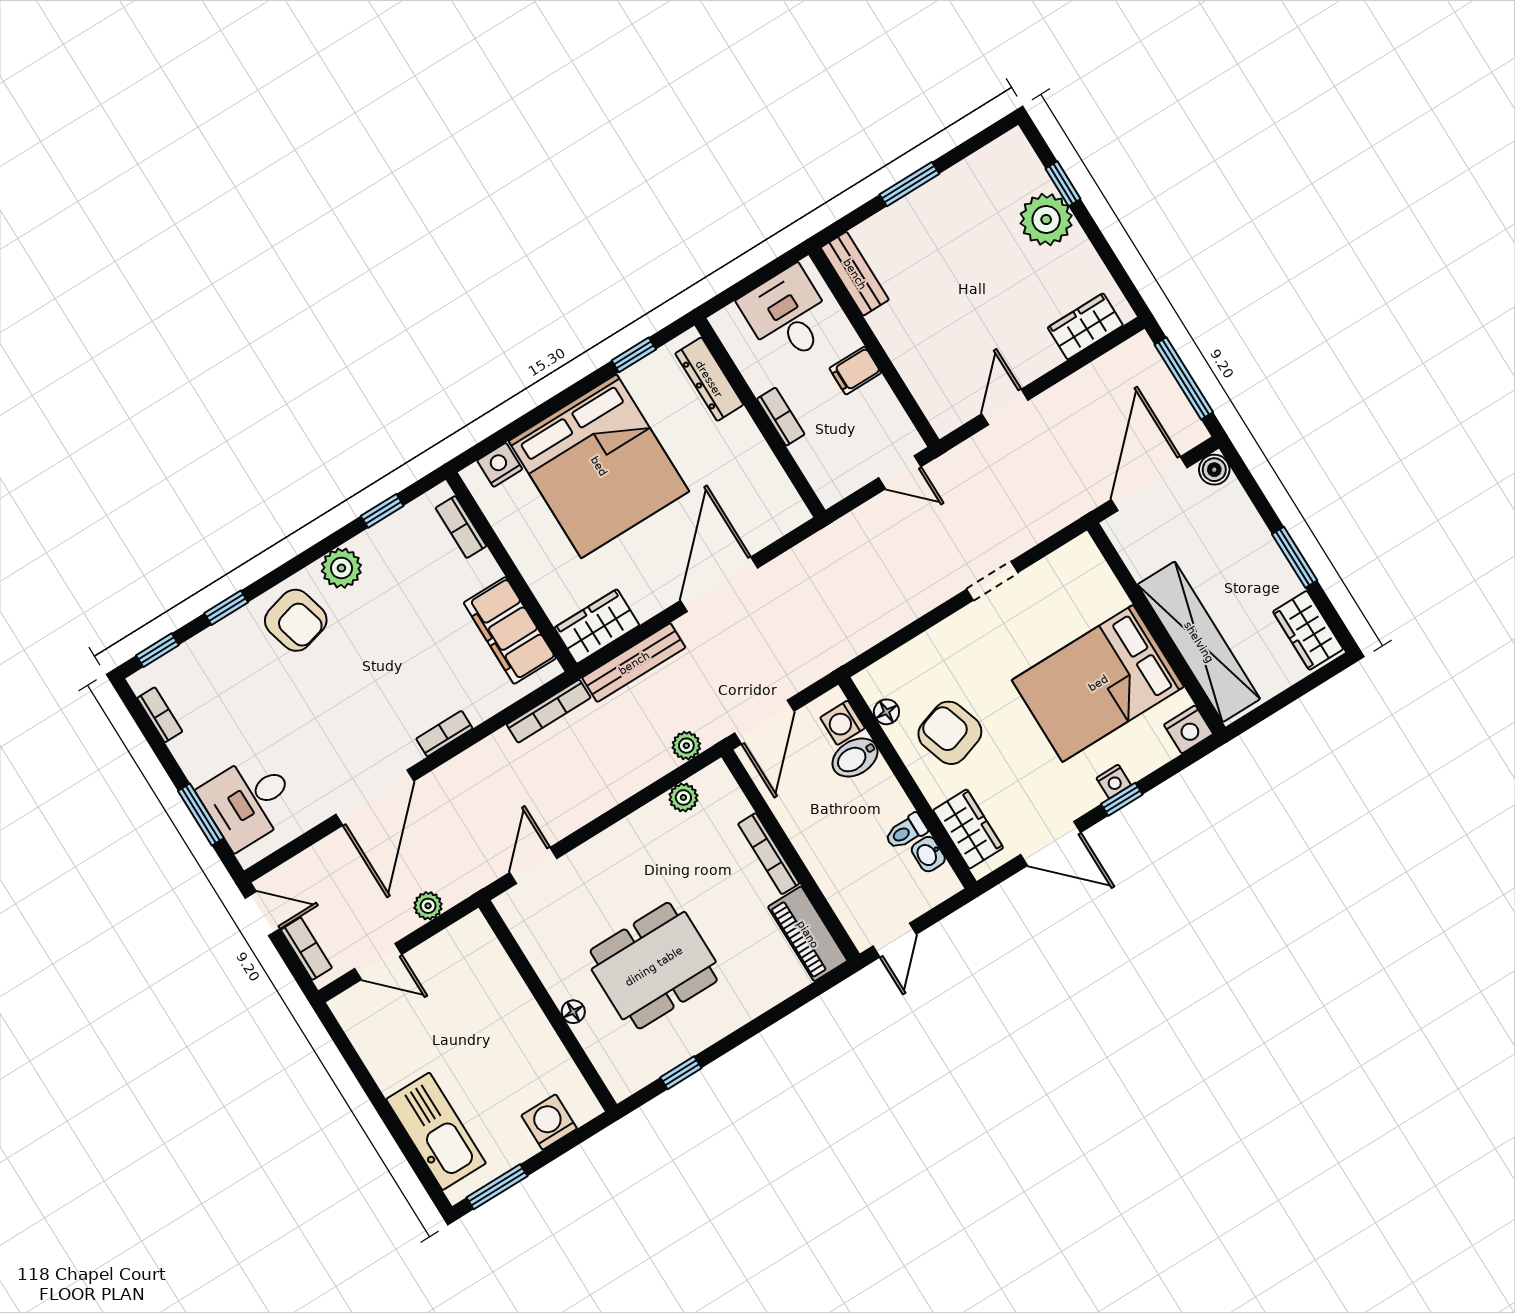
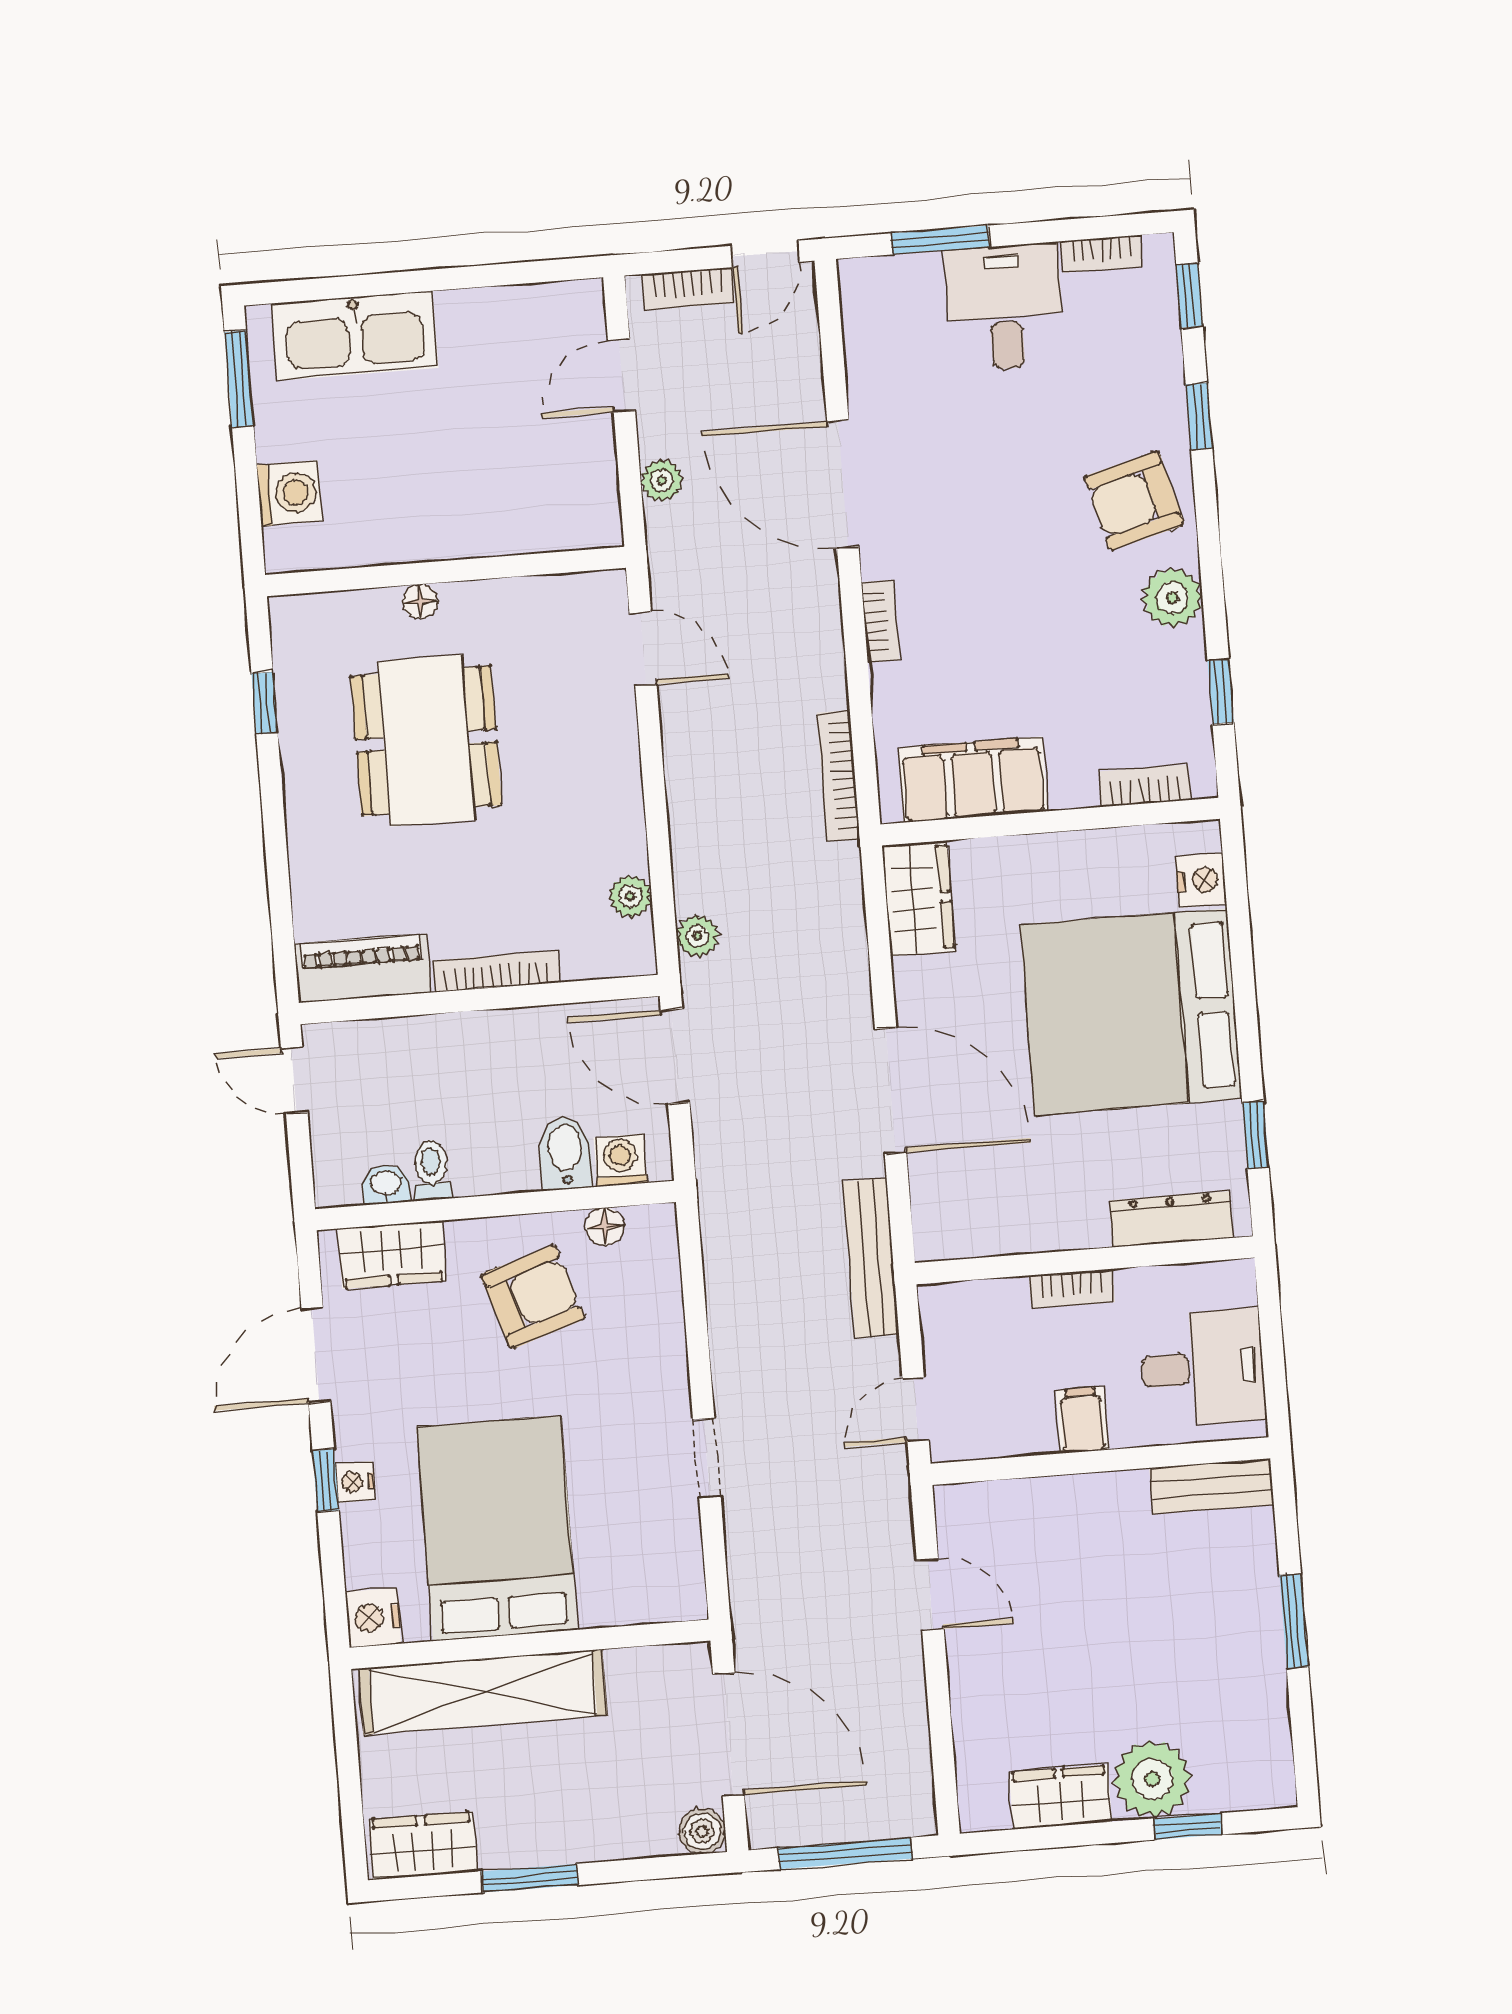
wardrobe: (1085, 326) -> (1060, 1797), moved, turned -90
bench: (634, 663) -> (871, 1258), moved
desk: (249, 801) -> (1005, 307), moved

